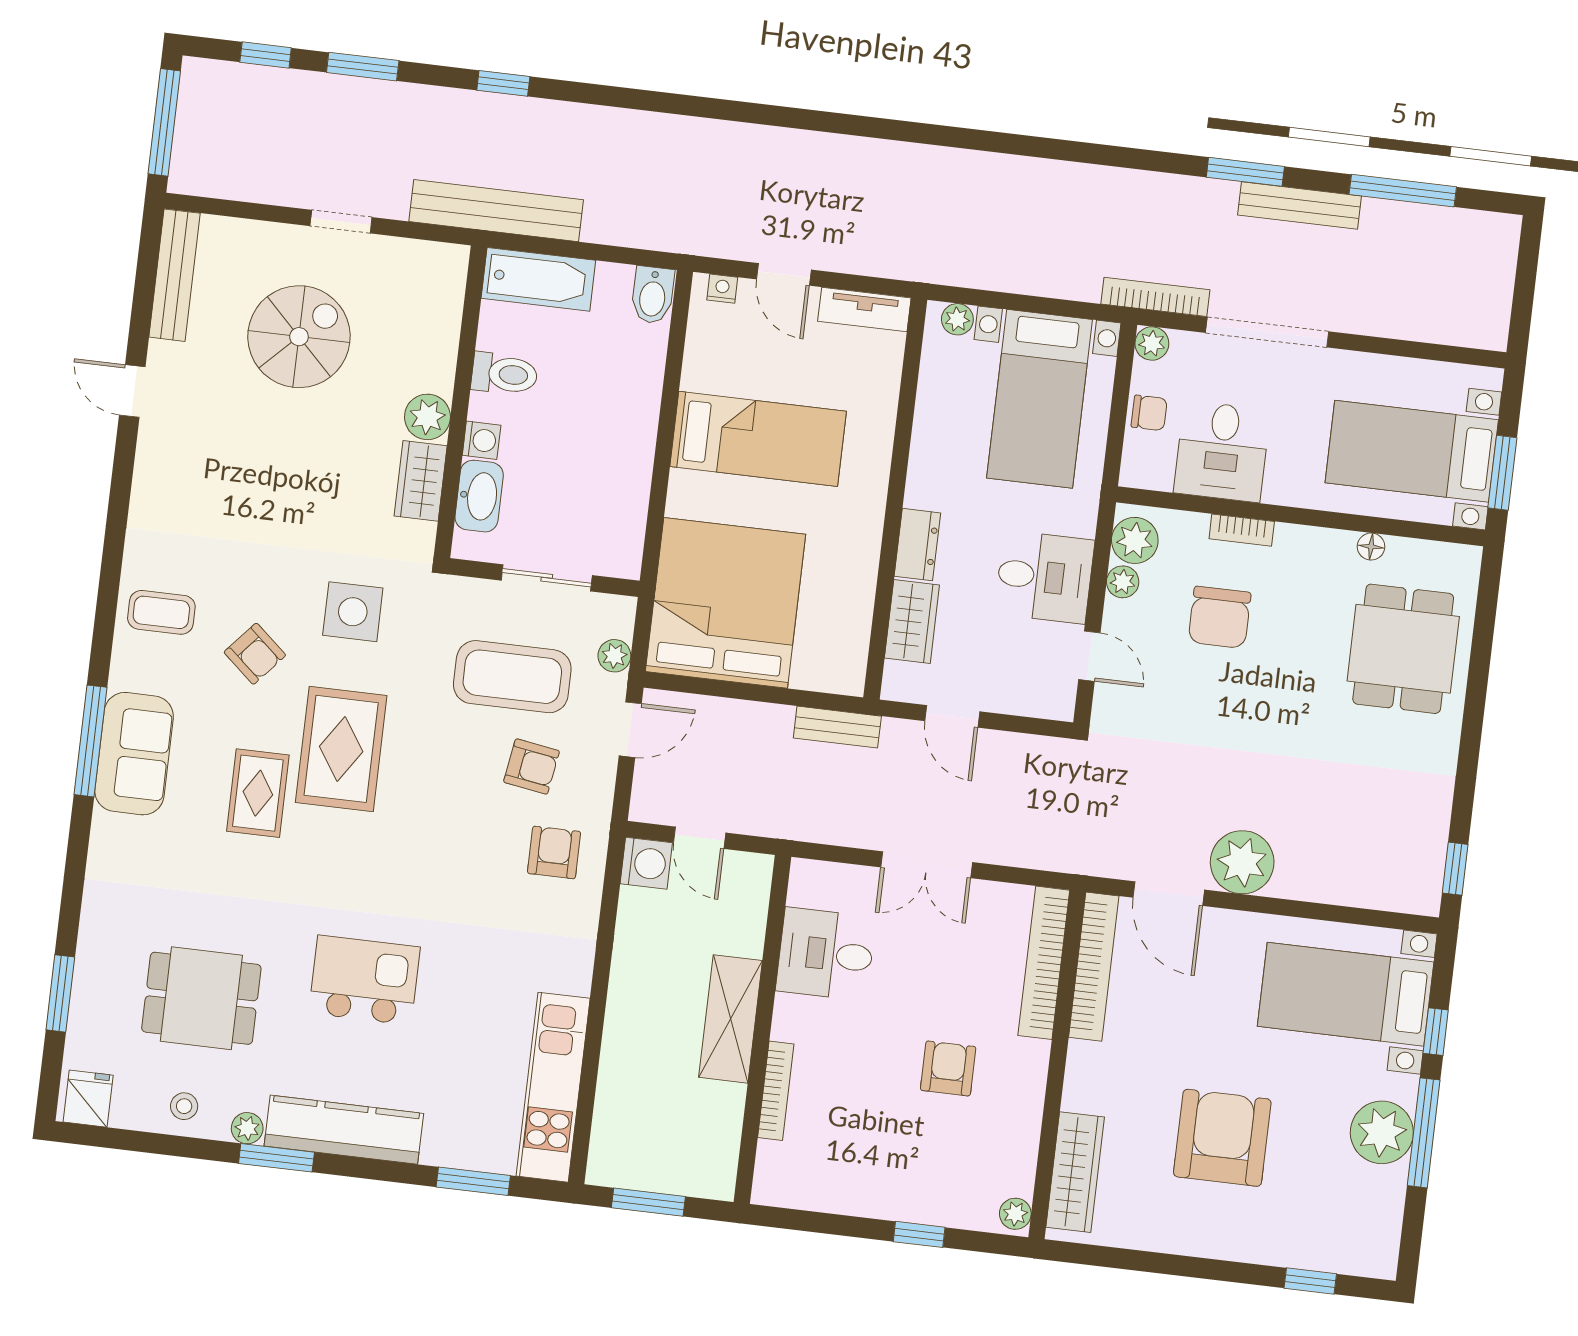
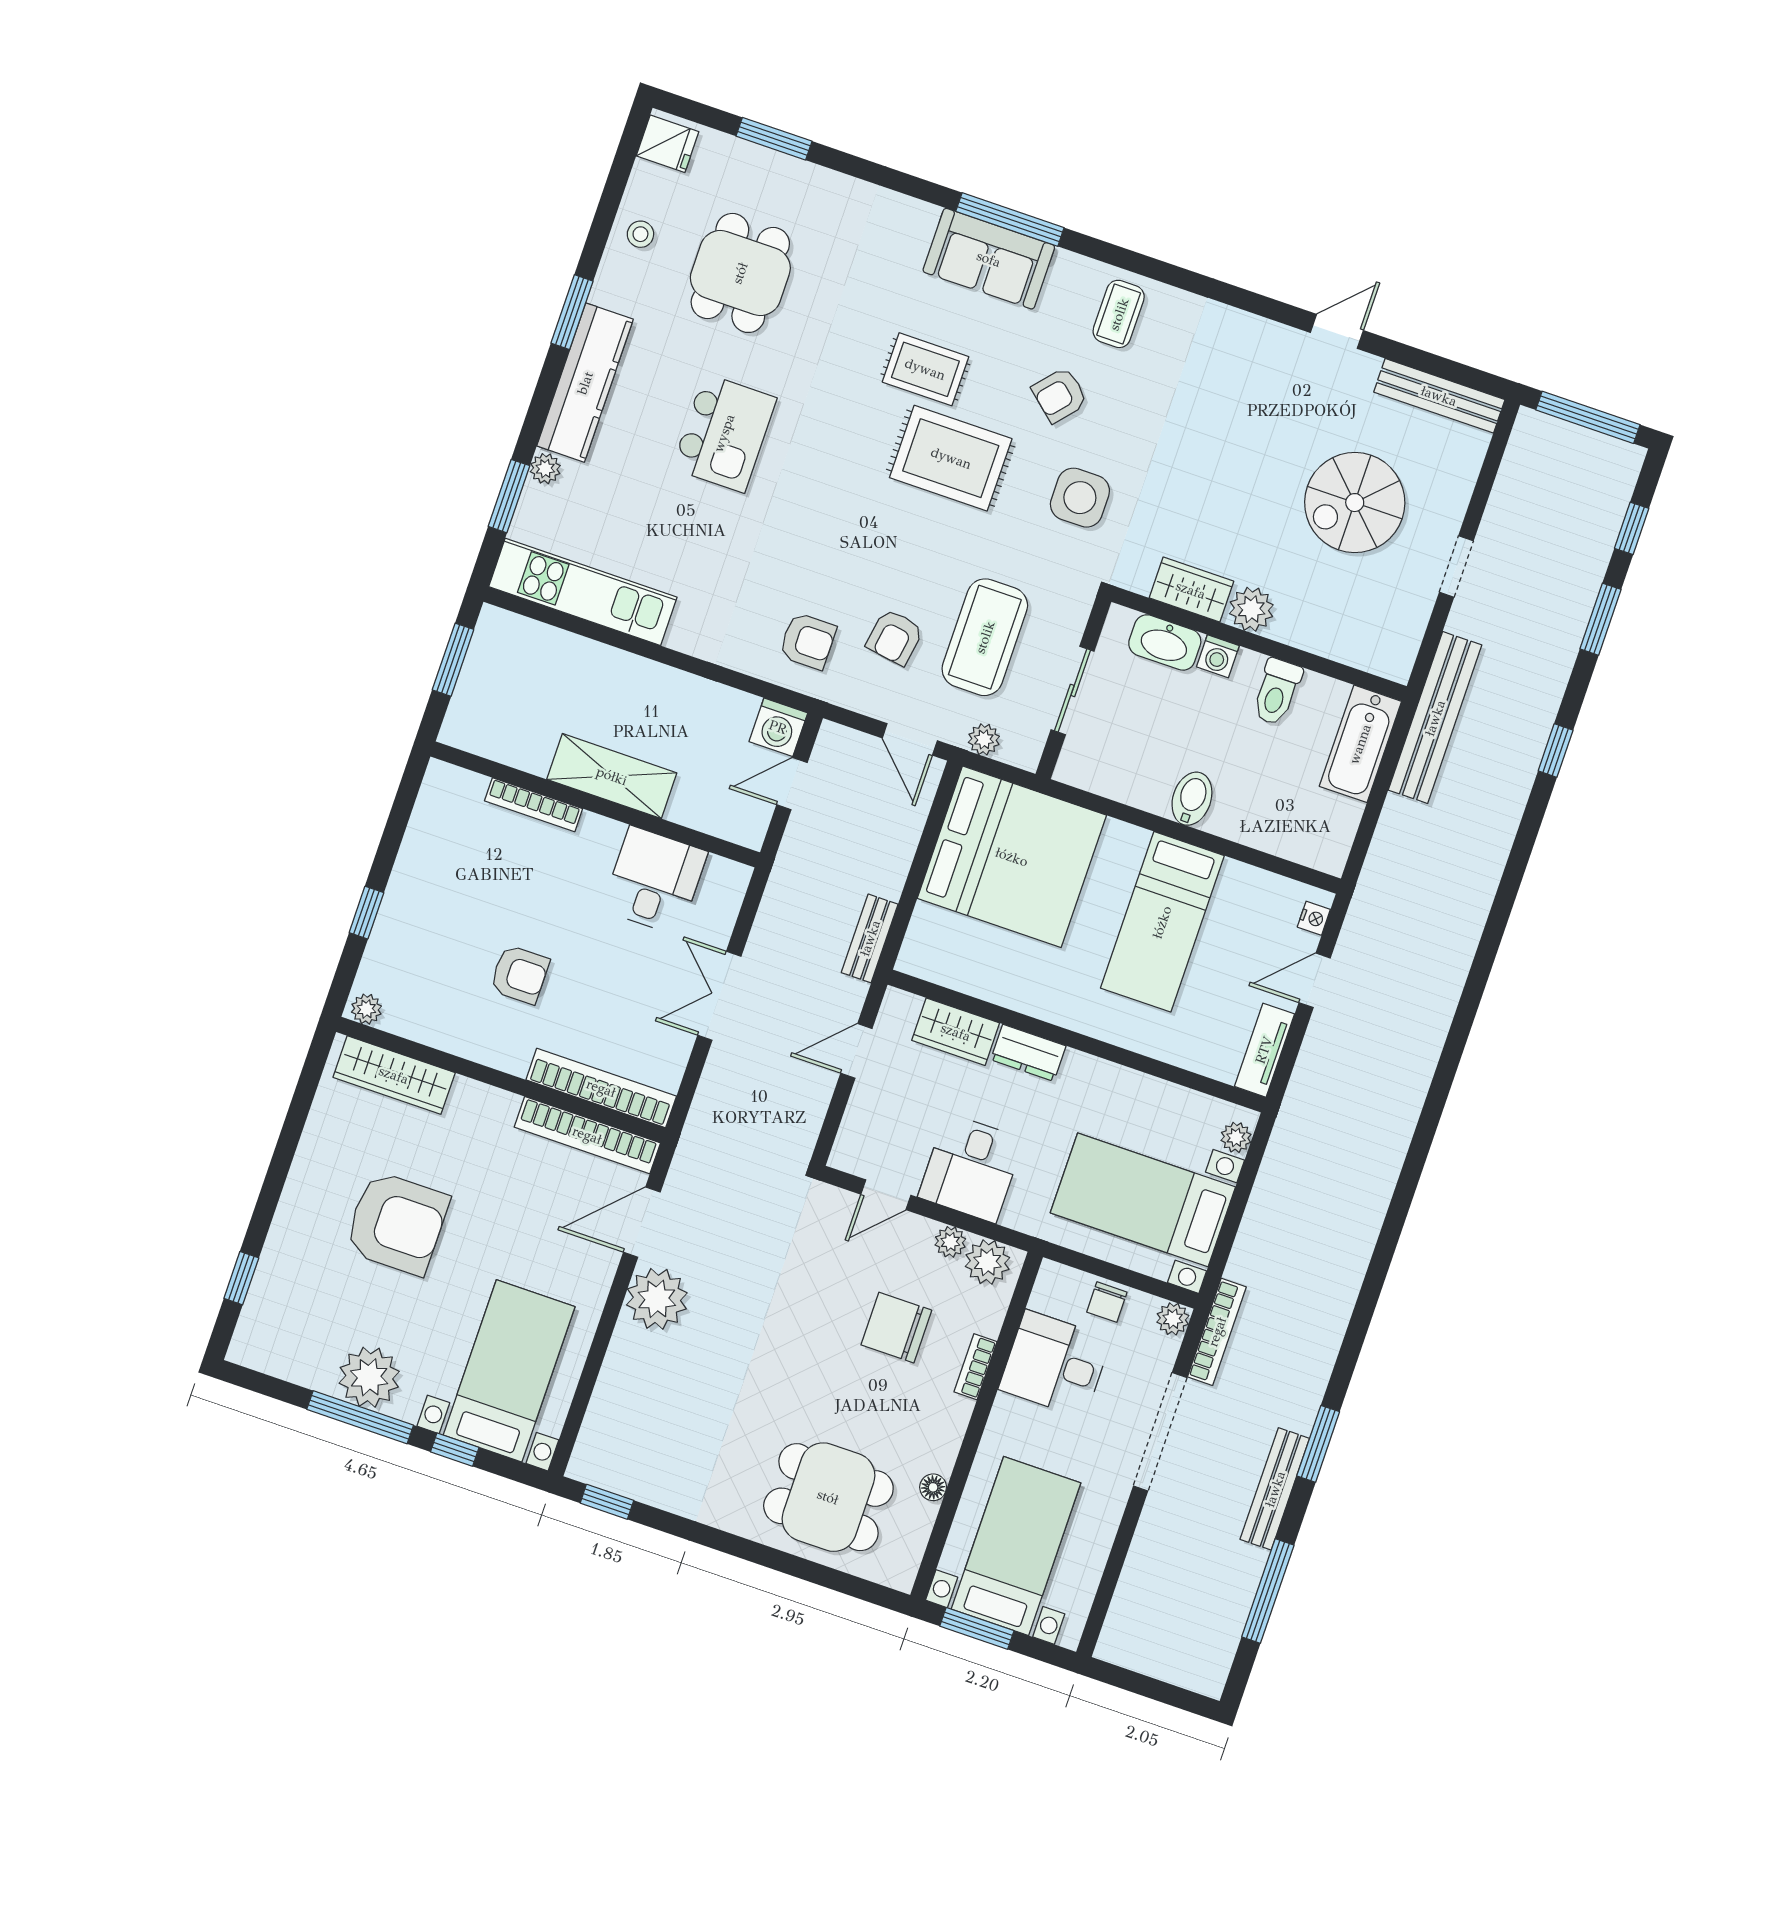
bidet: (653, 295) -> (1192, 799), moved, turned 90
spiral stairs: (299, 337) -> (1355, 503), turned 90
plant: (247, 1128) -> (545, 469), moved

